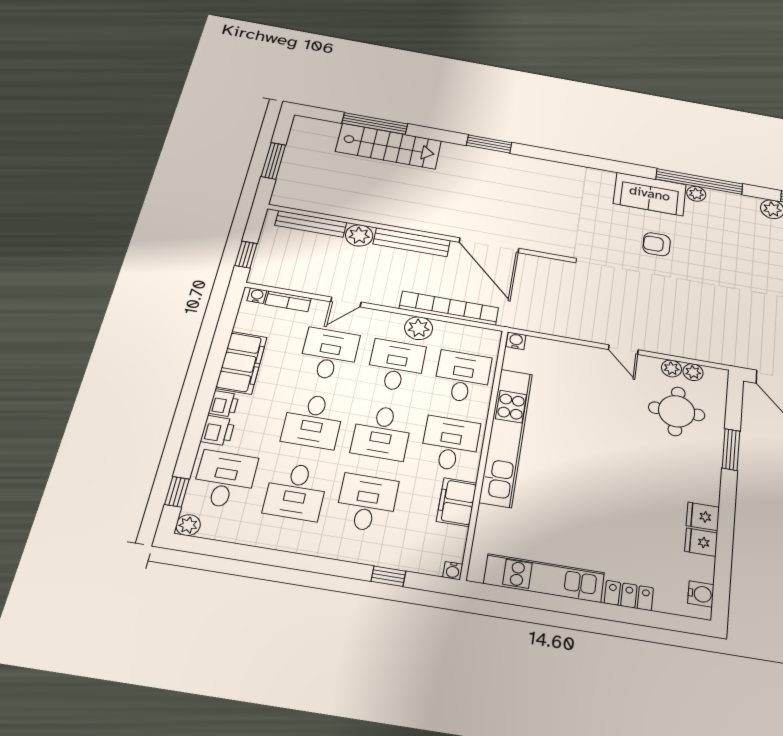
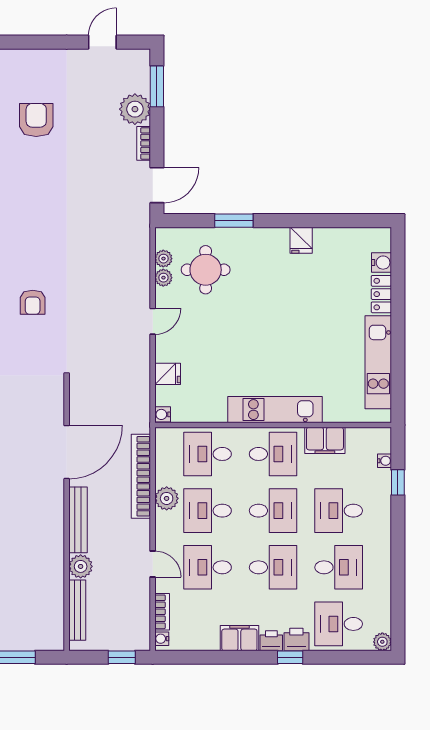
filing cabinet: (241, 363) -> (239, 638), width x0.67, depth x0.86
kitchen unit: (506, 437) -> (275, 410), width x0.73
desk: (450, 444) -> (273, 454), turned 180
window: (177, 492) -> (290, 657), moved
fridge: (701, 542) -> (168, 374), moved, turned -90
water cooler: (453, 571) -> (384, 461), moved
water cooler: (701, 594) -> (381, 263), moved, turned 90

